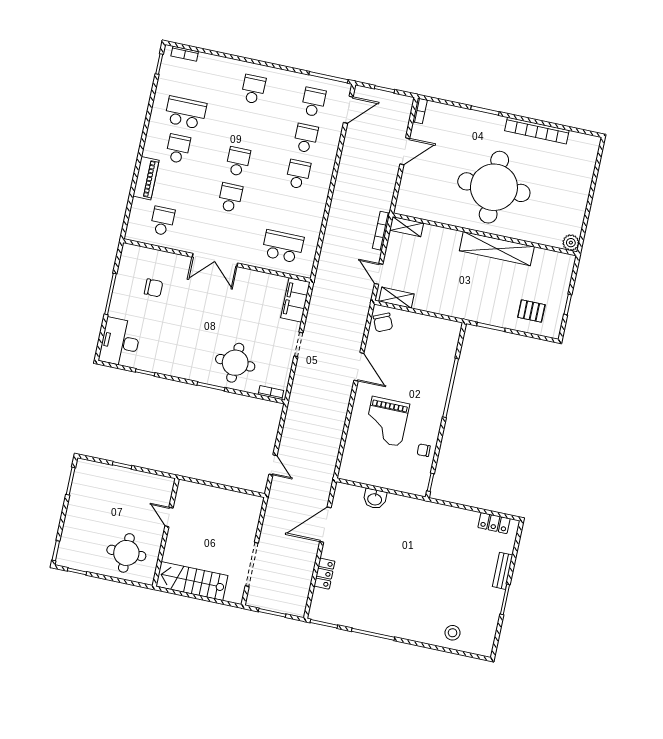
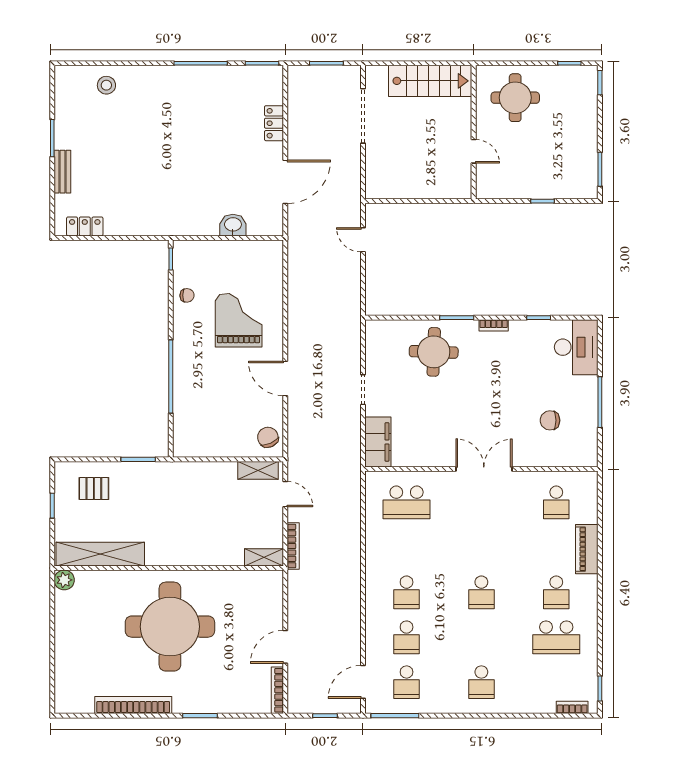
bookcase: (420, 111) -> (277, 690), width x1.56
school desk: (230, 198) -> (481, 547), removed
shelving: (497, 249) -> (100, 554), moved
bookcase: (271, 393) -> (494, 325), moved

